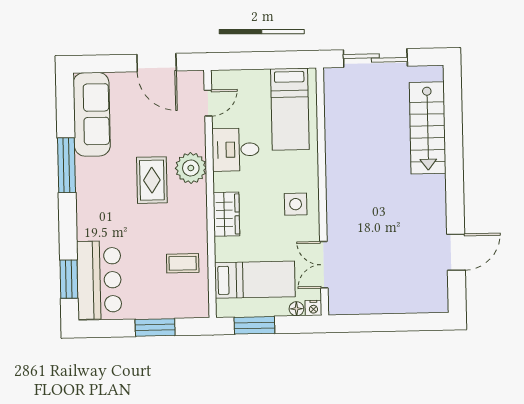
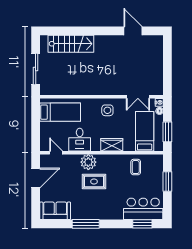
sofa: (92, 114) -> (55, 211), width x0.73

